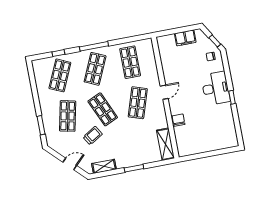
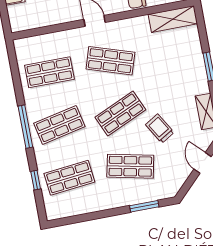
shop shelf: (95, 69) -> (59, 125), turned -36
shop shelf: (60, 75) -> (69, 178), turned -30

